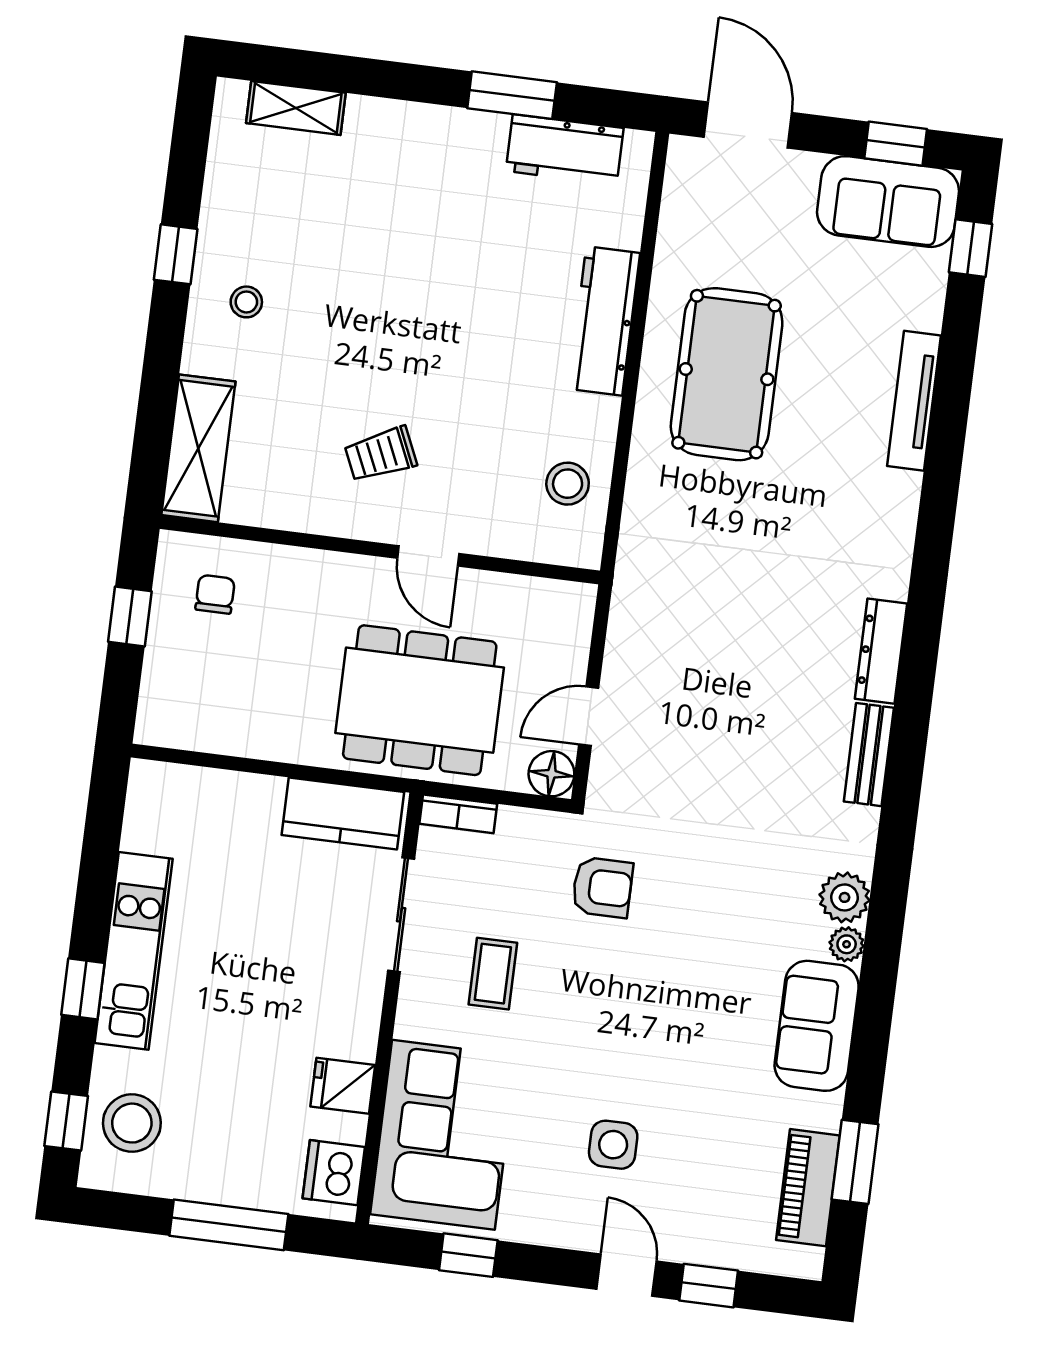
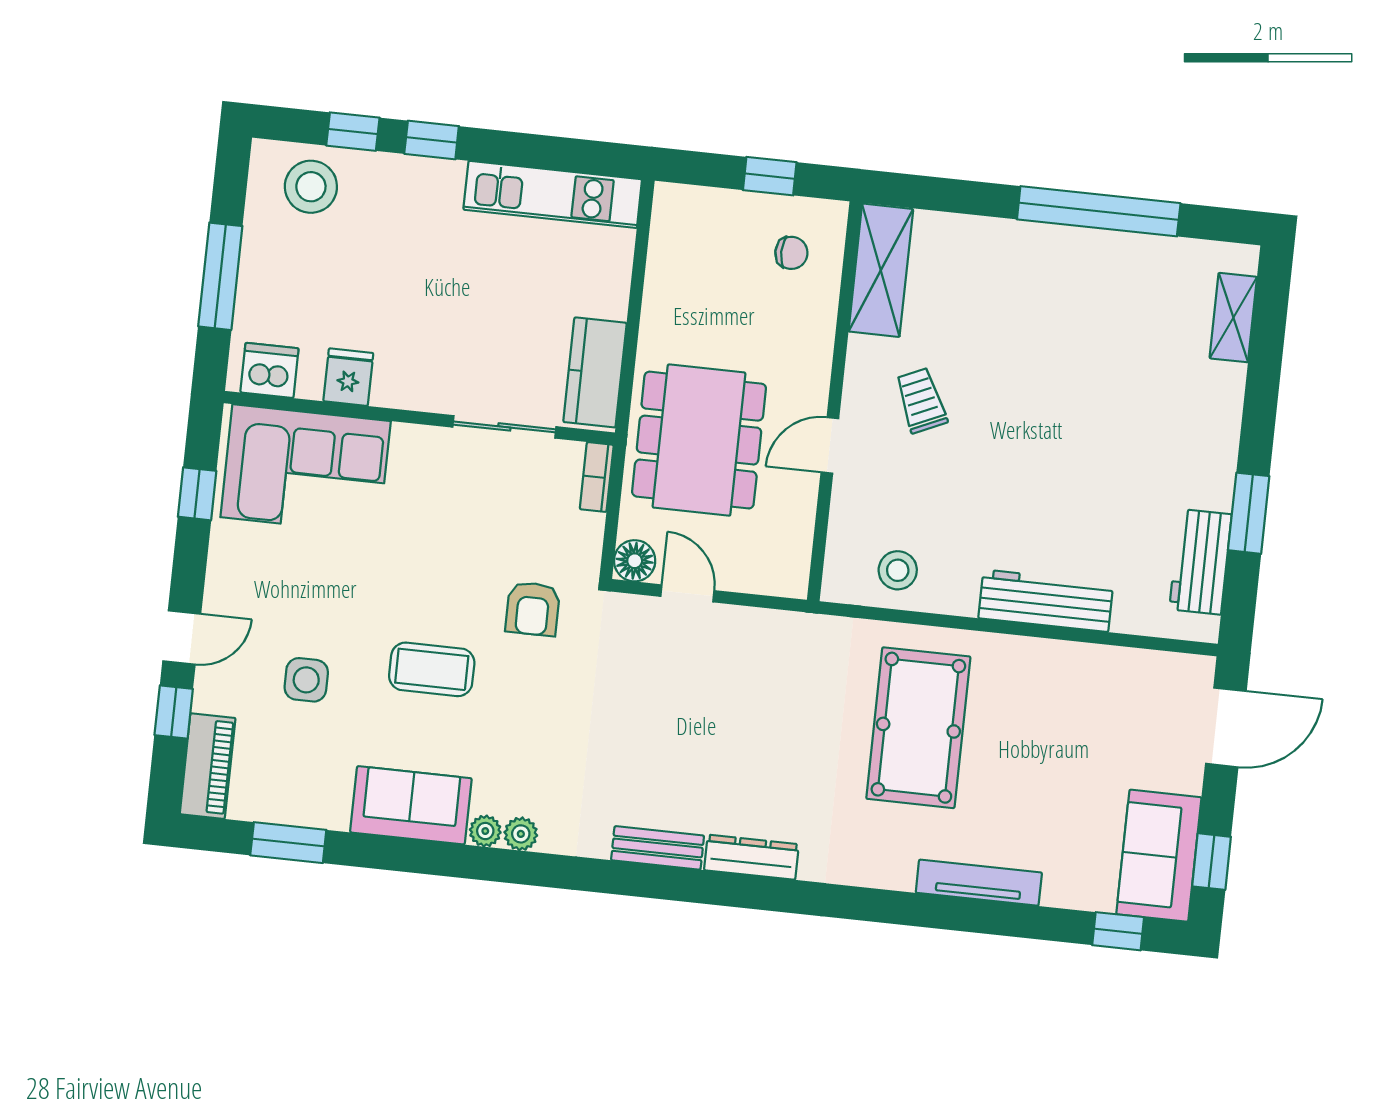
window: (176, 254) -> (1099, 211), width x3.17
stool: (246, 302) -> (1057, 276), removed
pool table: (727, 374) -> (918, 728), moved, turned 90
shelving: (198, 448) -> (881, 270), moved, turned 90
plant: (845, 897) -> (521, 834), width x0.73, depth x0.73
kitchen unit: (134, 951) -> (553, 194), moved
coffee table: (493, 974) -> (432, 669), moved, width x1.36, depth x1.30
window: (66, 1121) -> (353, 132), moved
side table: (613, 1145) -> (306, 680), moved
piano: (808, 1188) -> (208, 766), moved, turned 90

